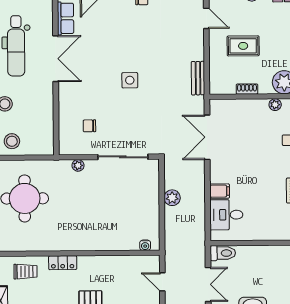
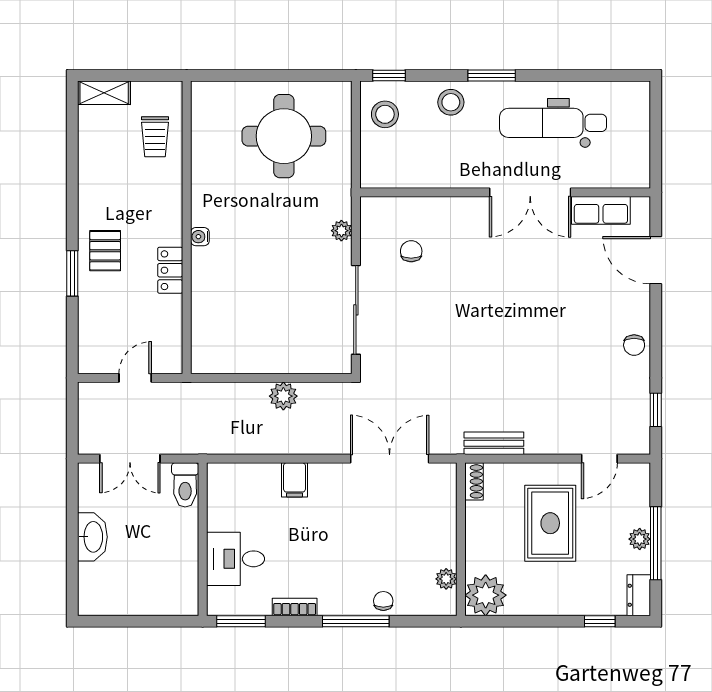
rug: (243, 46) -> (550, 523), width x1.36, depth x1.43
side table: (130, 80) -> (491, 323), removed
shoe rack: (247, 89) -> (474, 481), moved
desk: (226, 215) -> (236, 559), moved, turned -90
water cooler: (145, 245) -> (200, 237), moved
locker: (63, 263) -> (170, 270), moved

